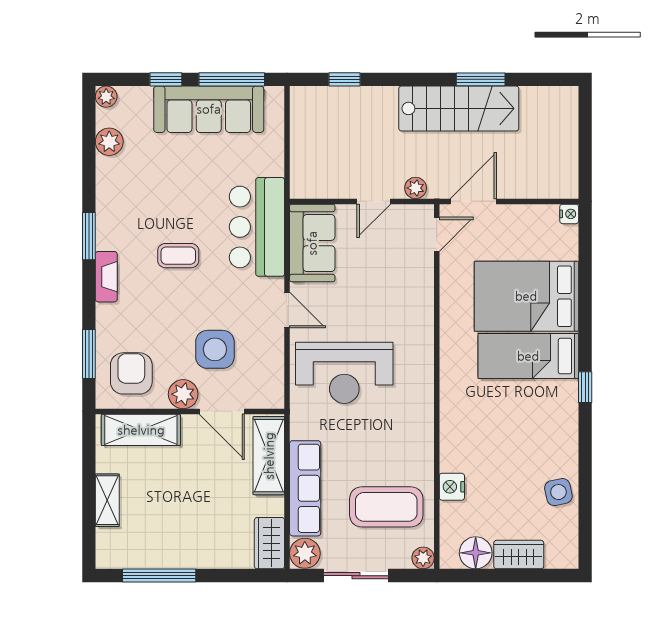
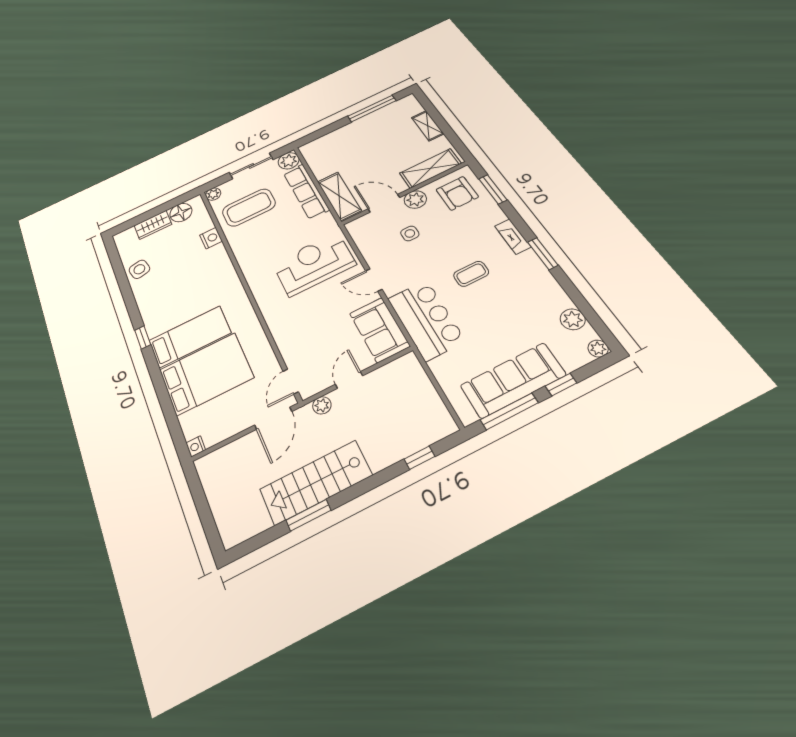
side table: (215, 349) -> (410, 233), width x0.54, depth x0.54
wardrobe: (269, 543) -> (313, 155), removed

